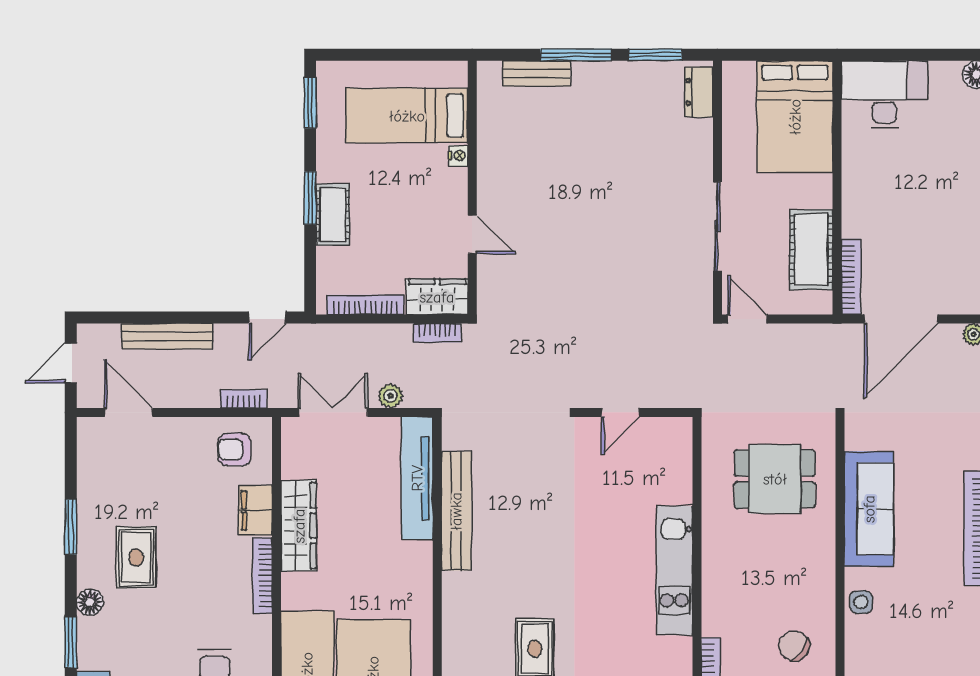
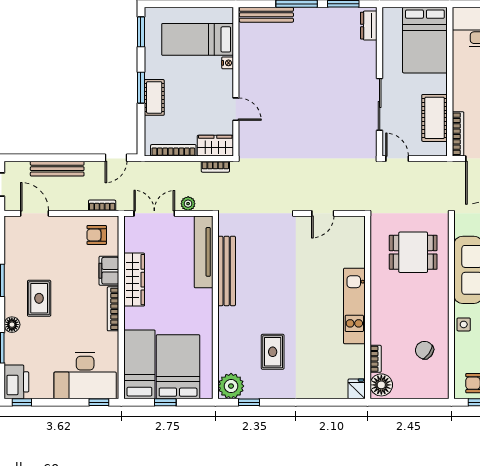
bench: (536, 73) -> (266, 15), width x1.36

